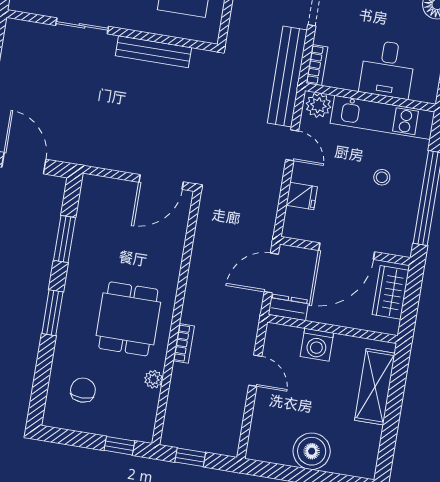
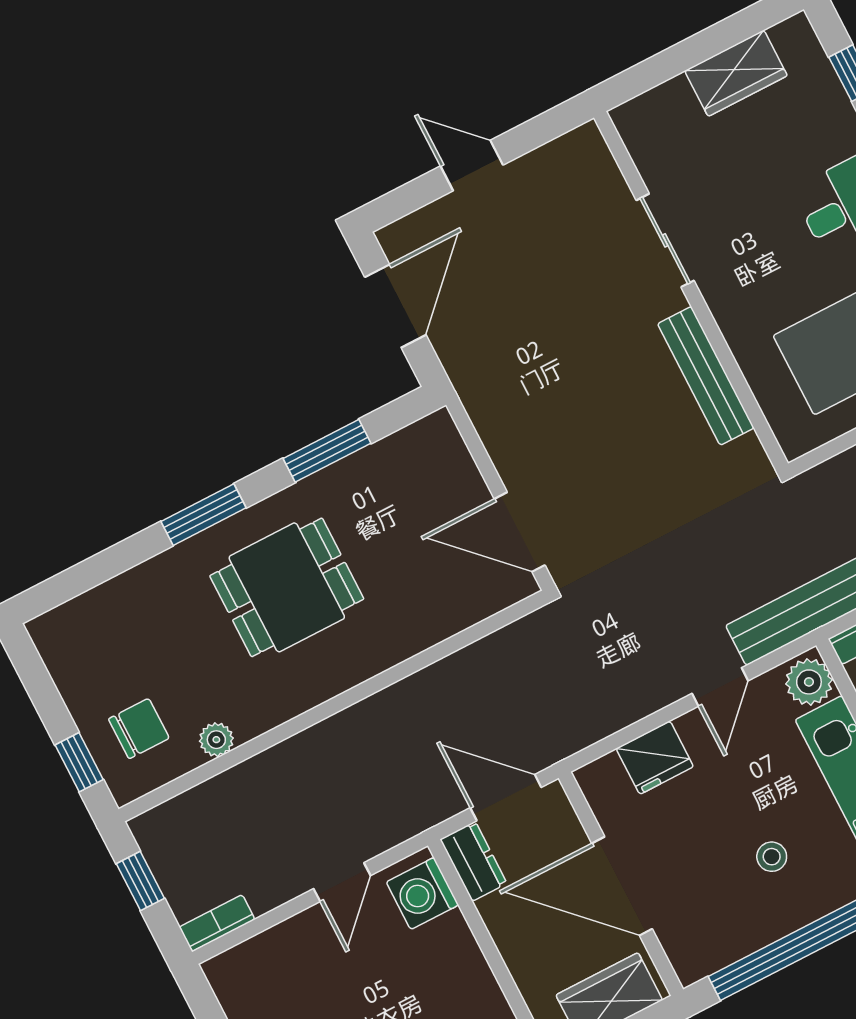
fridge: (302, 196) -> (655, 758), width x1.38
dining table: (128, 319) -> (287, 587), moved
bookcase: (184, 343) -> (217, 923), moved, turned 180
washing machine: (317, 345) -> (422, 894), moved
chair: (83, 390) -> (139, 729), moved

